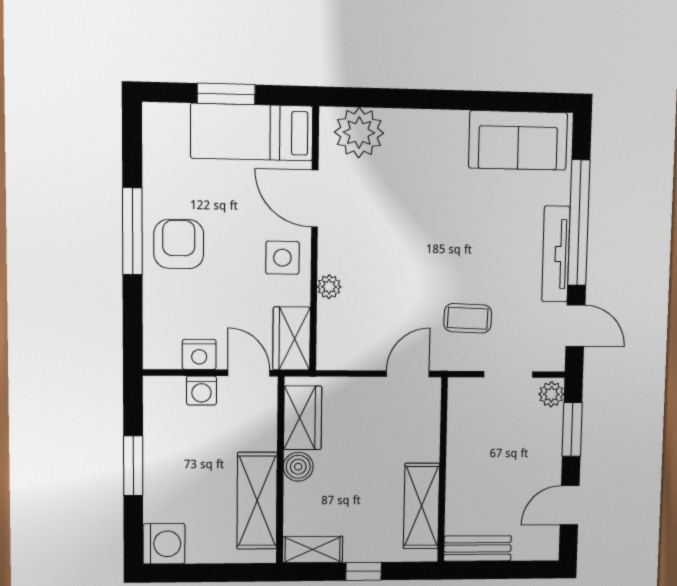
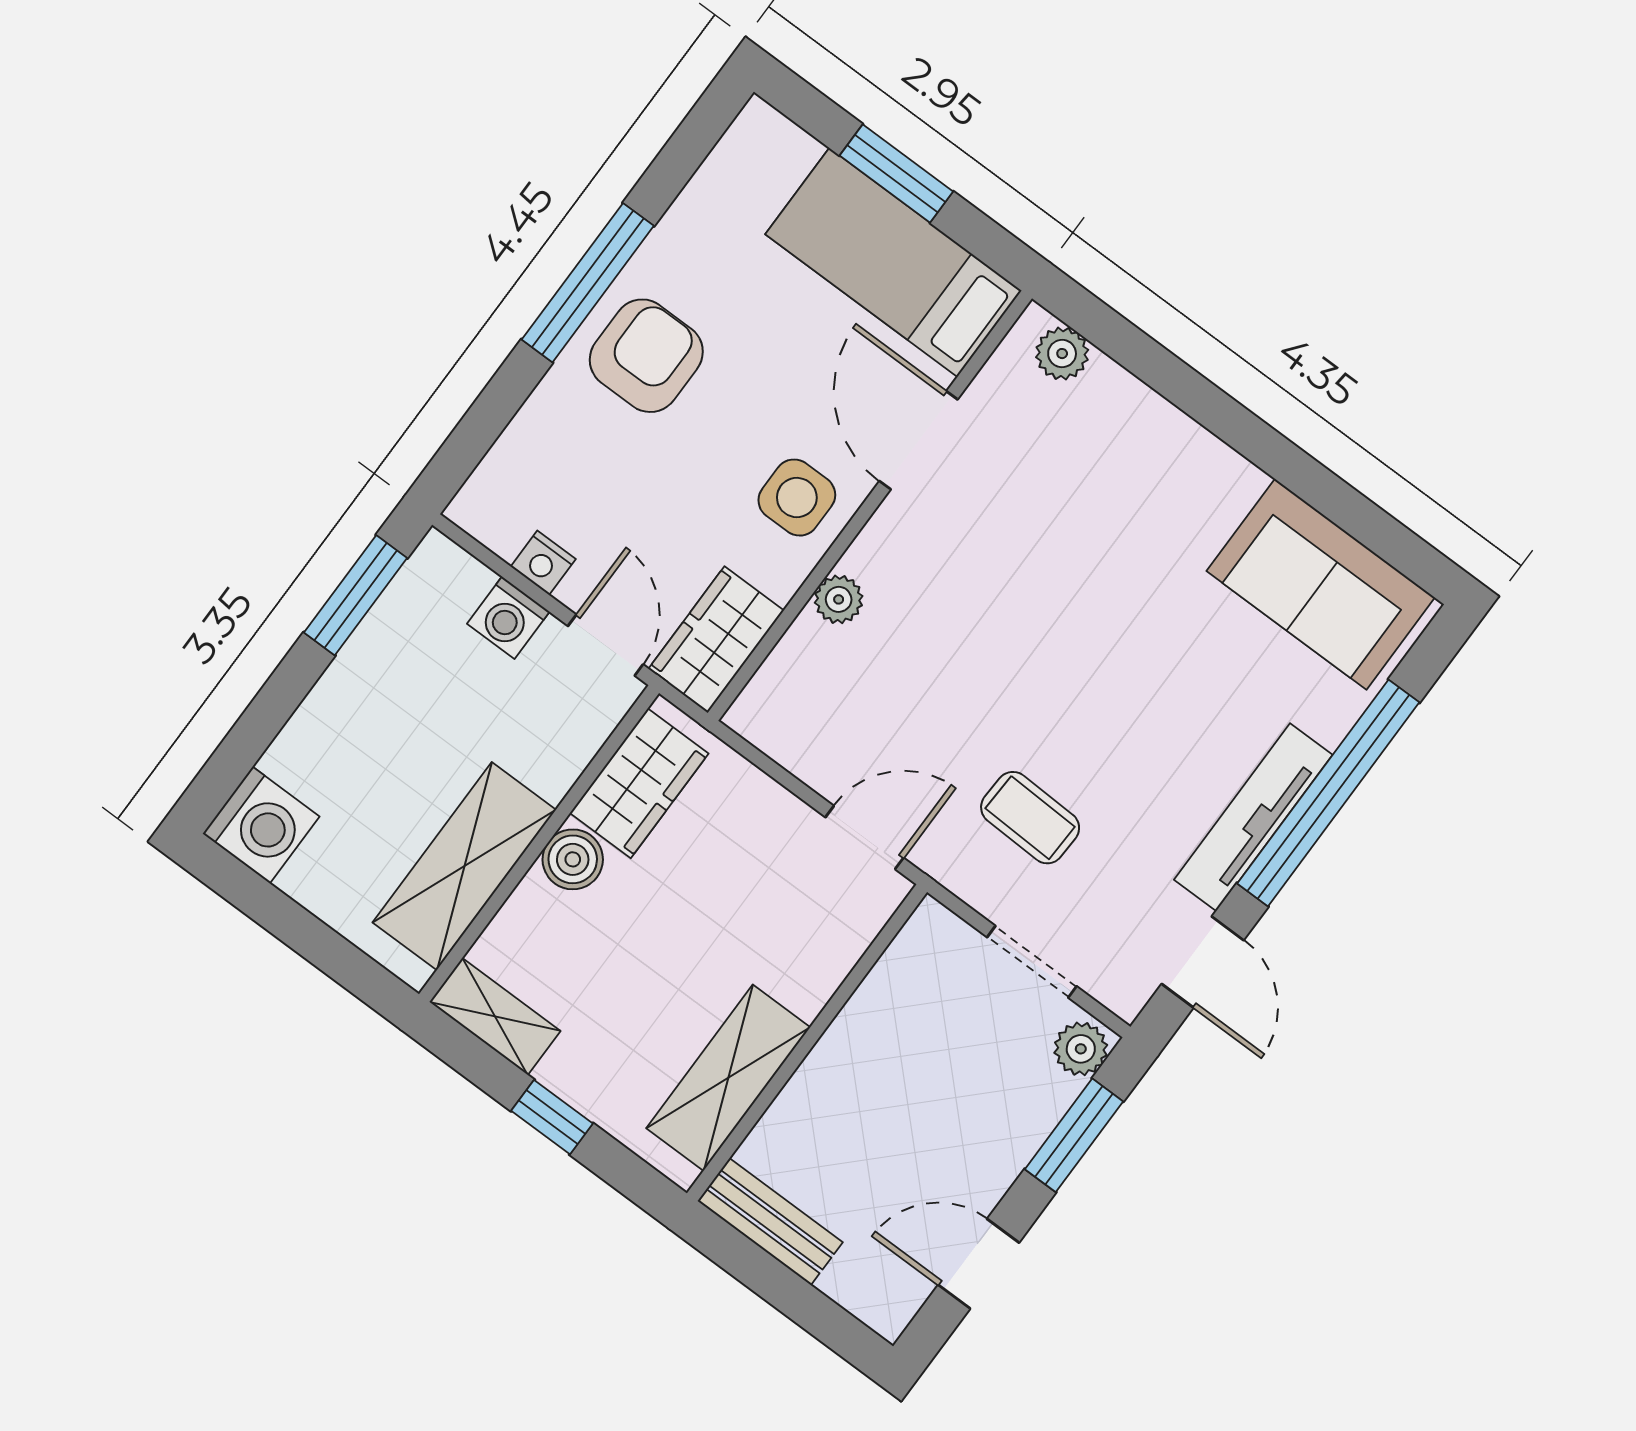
plant: (359, 133) -> (1062, 354), width x0.53, depth x0.53
nightstand: (199, 354) -> (543, 563), width x0.72, depth x0.74
window: (133, 466) -> (356, 595), moved

